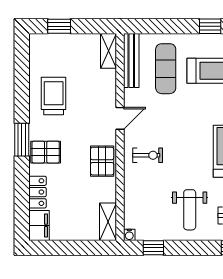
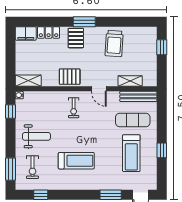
shelving: (109, 51) -> (130, 81), moved
trolley: (54, 96) -> (114, 43), turned 94
weight bench: (190, 210) -> (36, 136), turned 180

